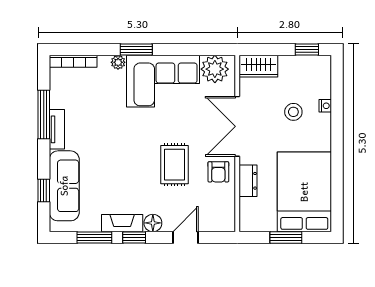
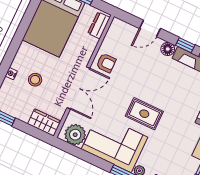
rug: (175, 165) -> (144, 114), moved, turned 90
armchair: (218, 172) -> (106, 63), turned 90
dresser: (248, 181) -> (99, 25), moved

